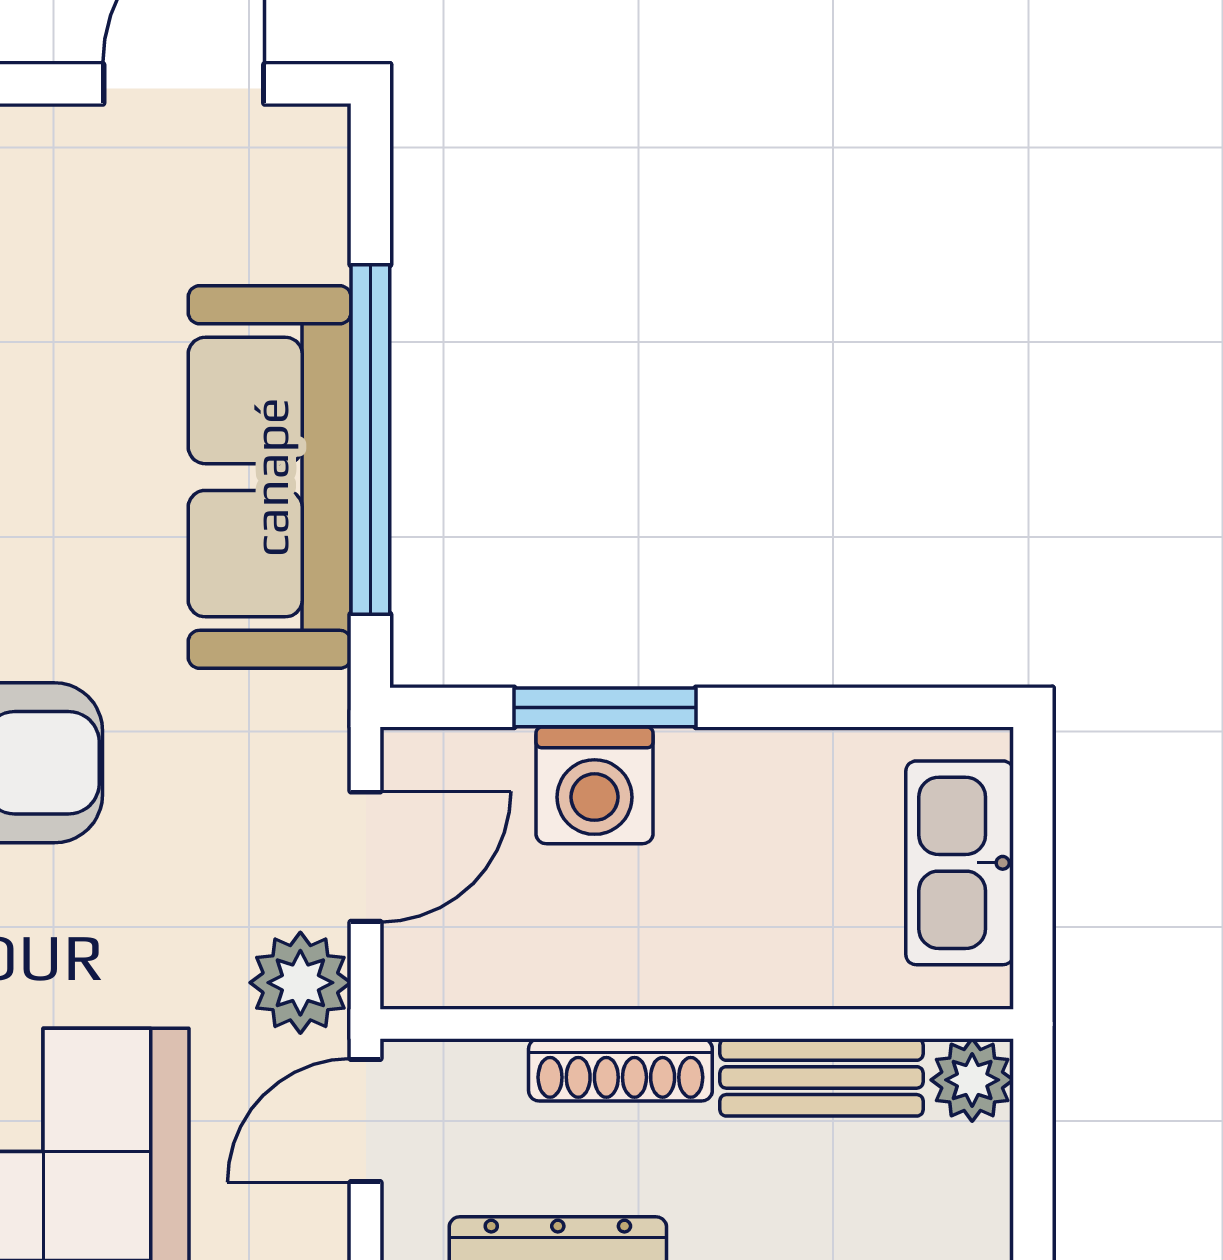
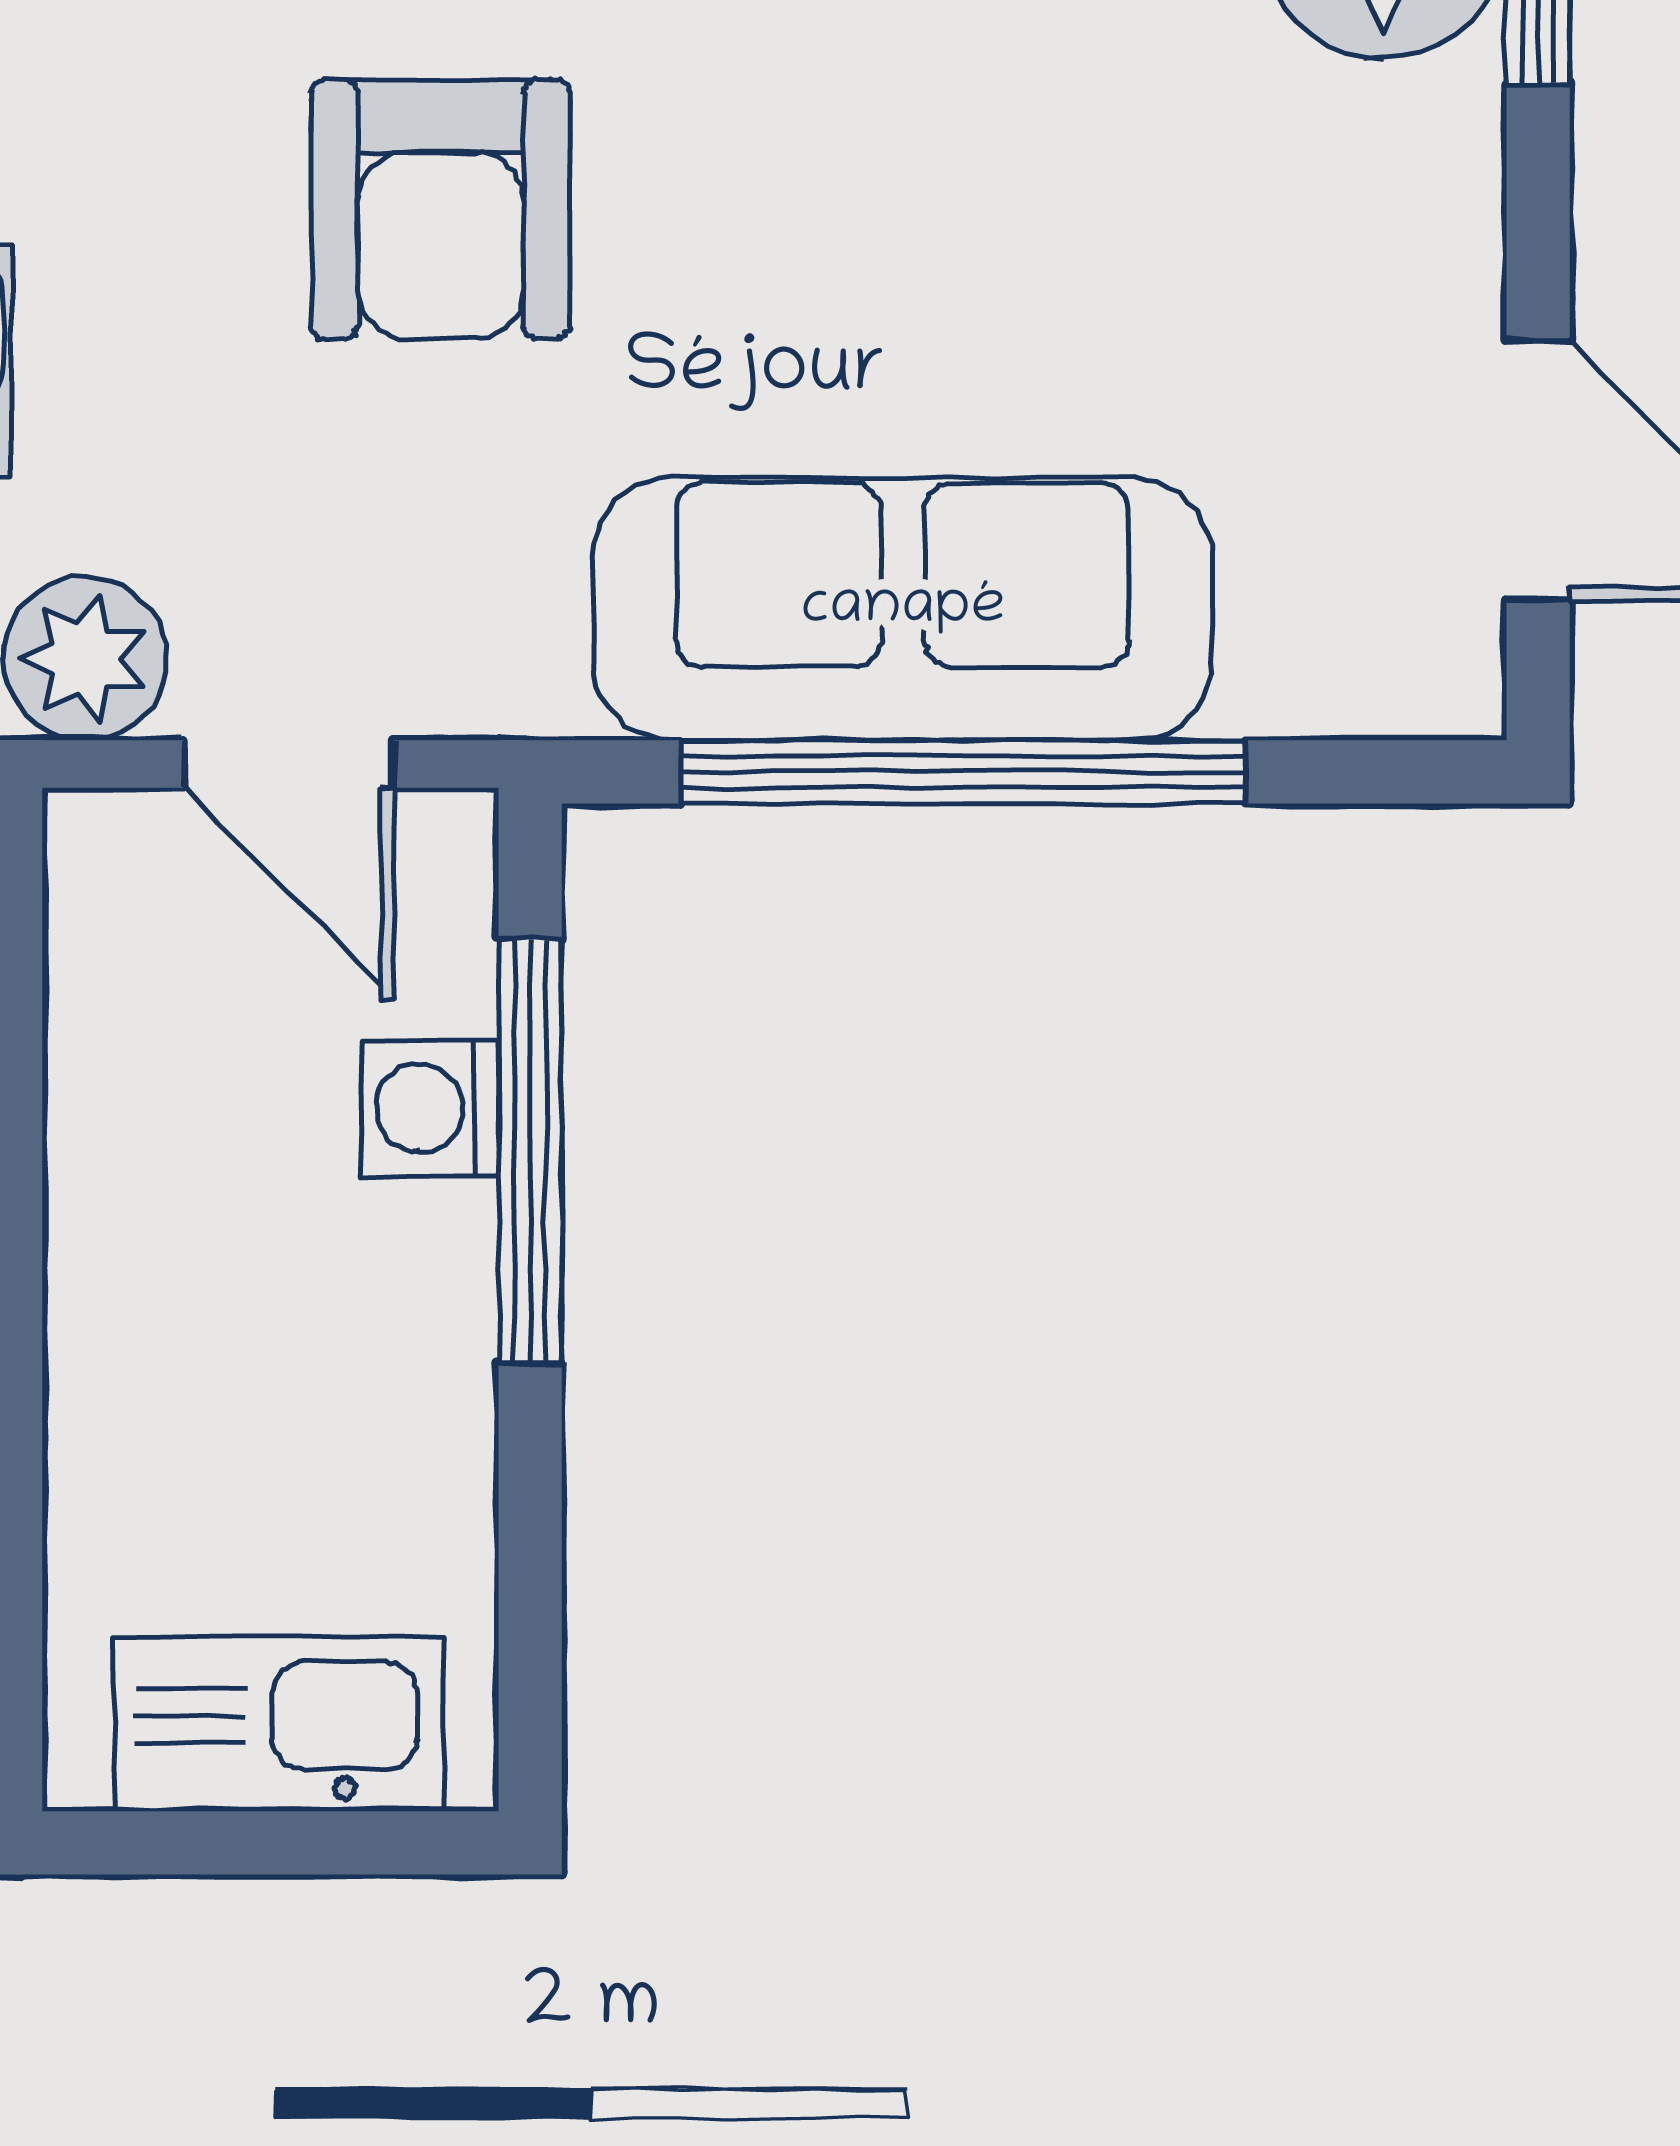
window: (605, 707) -> (530, 1151), width x1.44
washing machine: (594, 785) -> (430, 1108), width x0.73, depth x0.73

